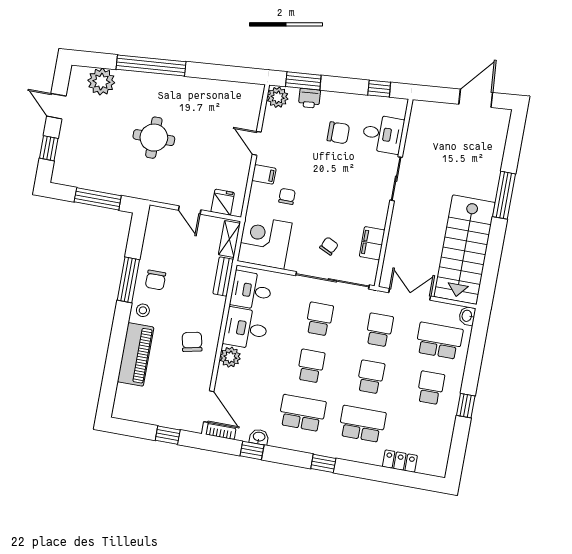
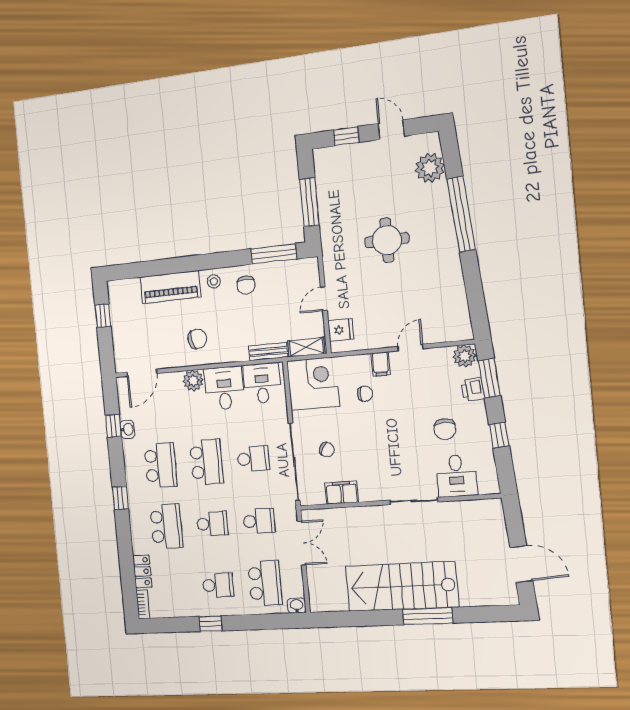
window: (379, 89) -> (499, 435), moved
door: (56, 106) -> (391, 130), hinge flipped
stairs: (465, 250) -> (402, 587), moved
window: (128, 280) -> (274, 254), moved
chair: (156, 280) -> (246, 285), turned -90
school desk: (311, 366) -> (206, 462), width x1.85
bookcase: (221, 431) -> (143, 604), moved
window: (168, 435) -> (103, 316), moved

